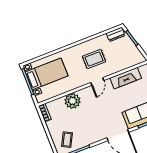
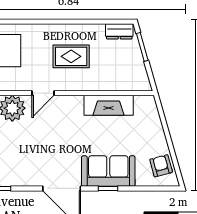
door: (97, 81) -> (43, 93), moved

